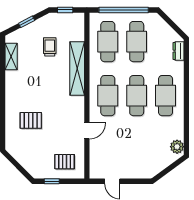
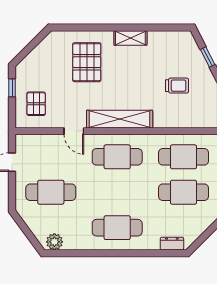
shelving: (11, 56) -> (130, 38), moved
shelving: (77, 69) -> (120, 119), moved
cafe table: (137, 96) -> (51, 192), moved
pallet: (31, 120) -> (87, 62), width x1.50, depth x1.42

